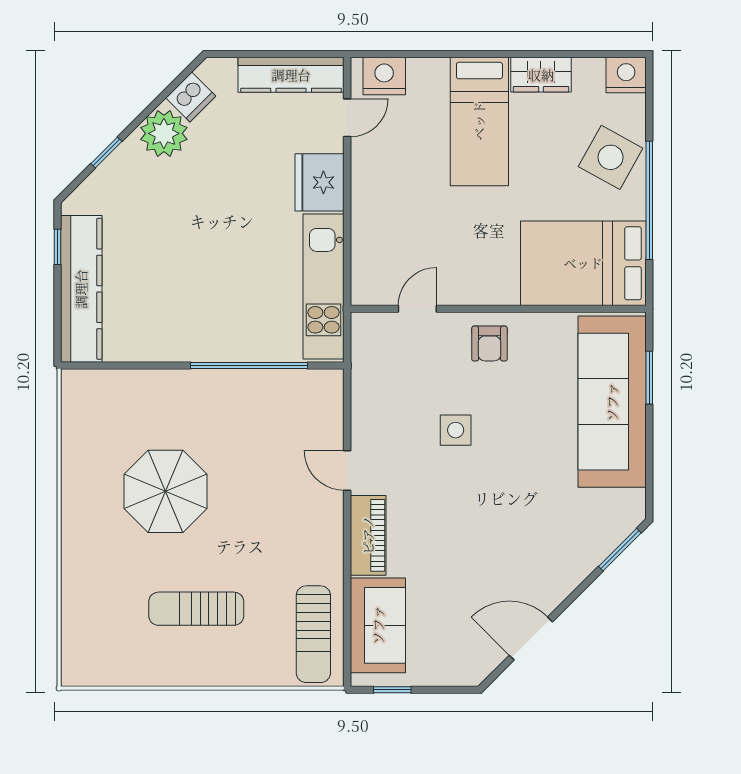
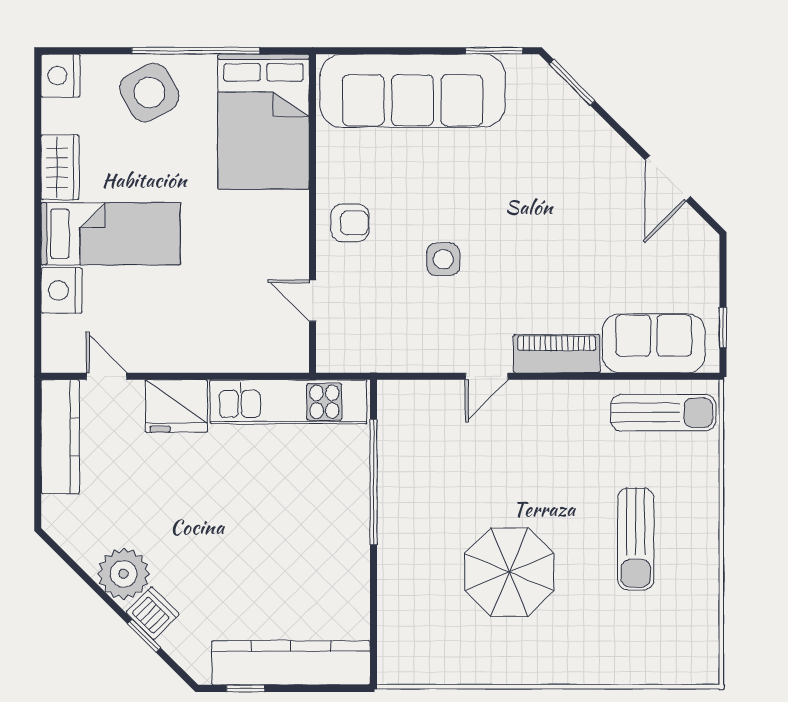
nightstand: (384, 76) -> (62, 290), moved
dishwasher: (191, 97) -> (153, 613), moved
side table: (611, 157) -> (149, 92), turned 32
window: (649, 378) -> (494, 51), moved

